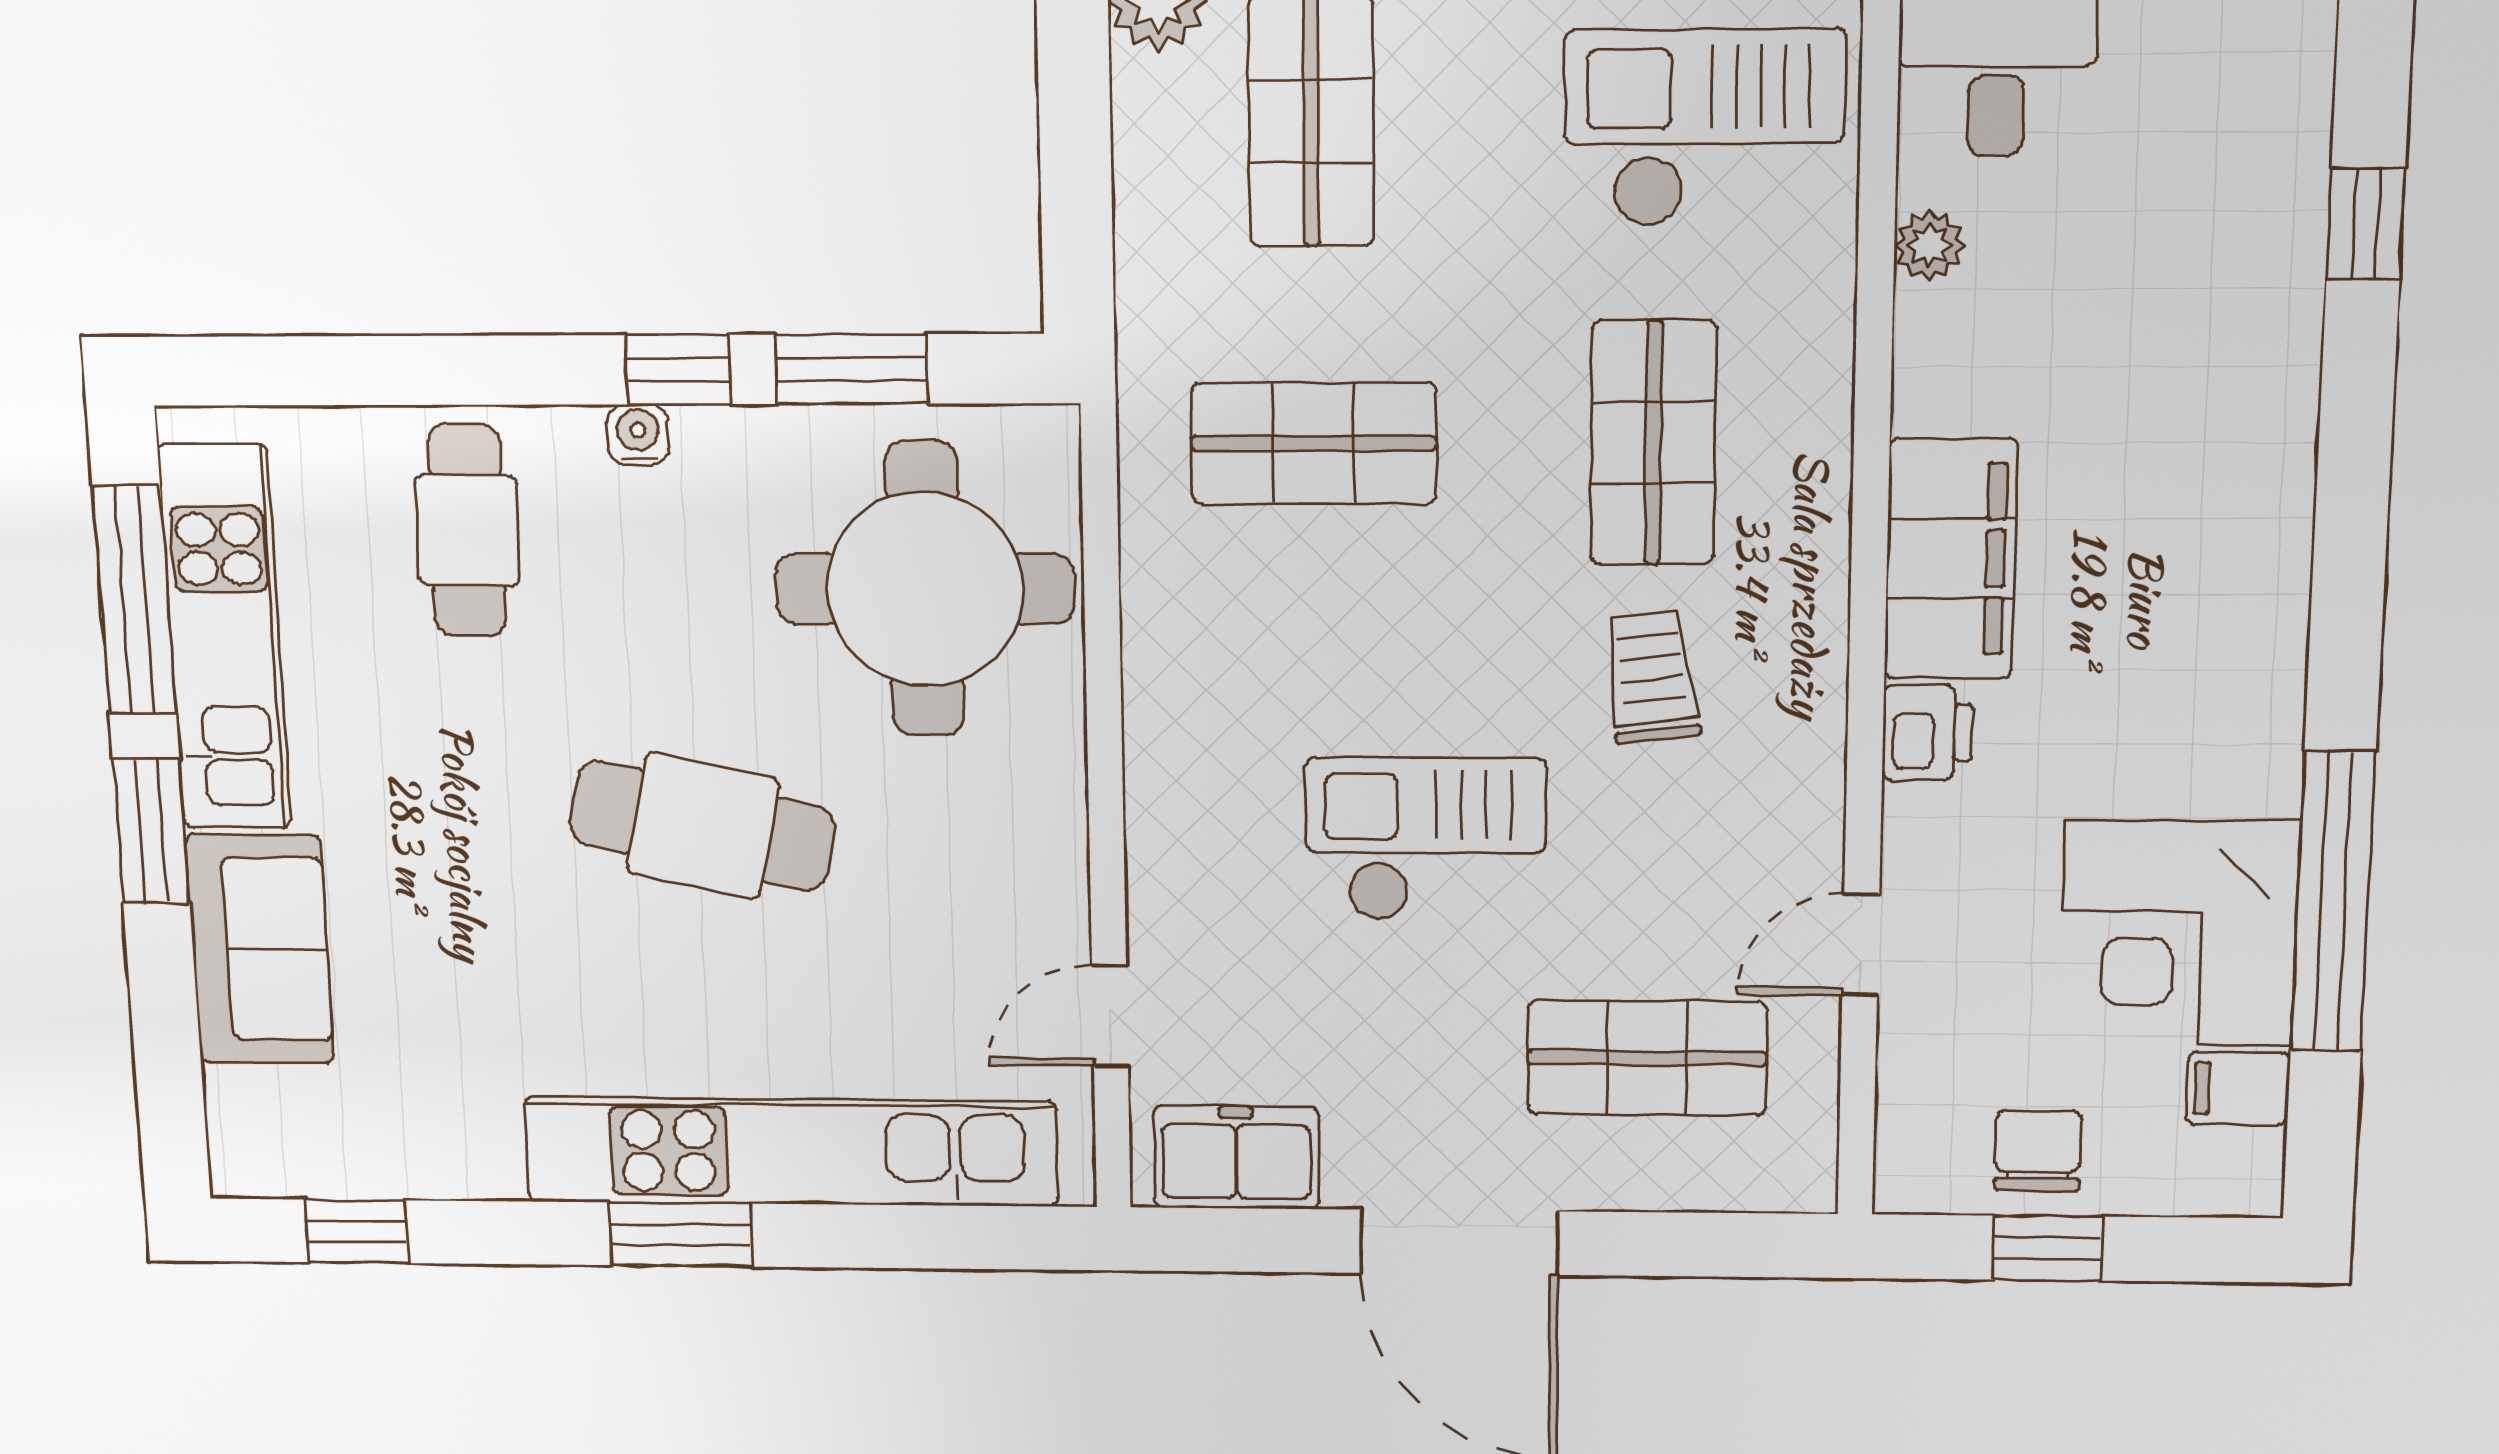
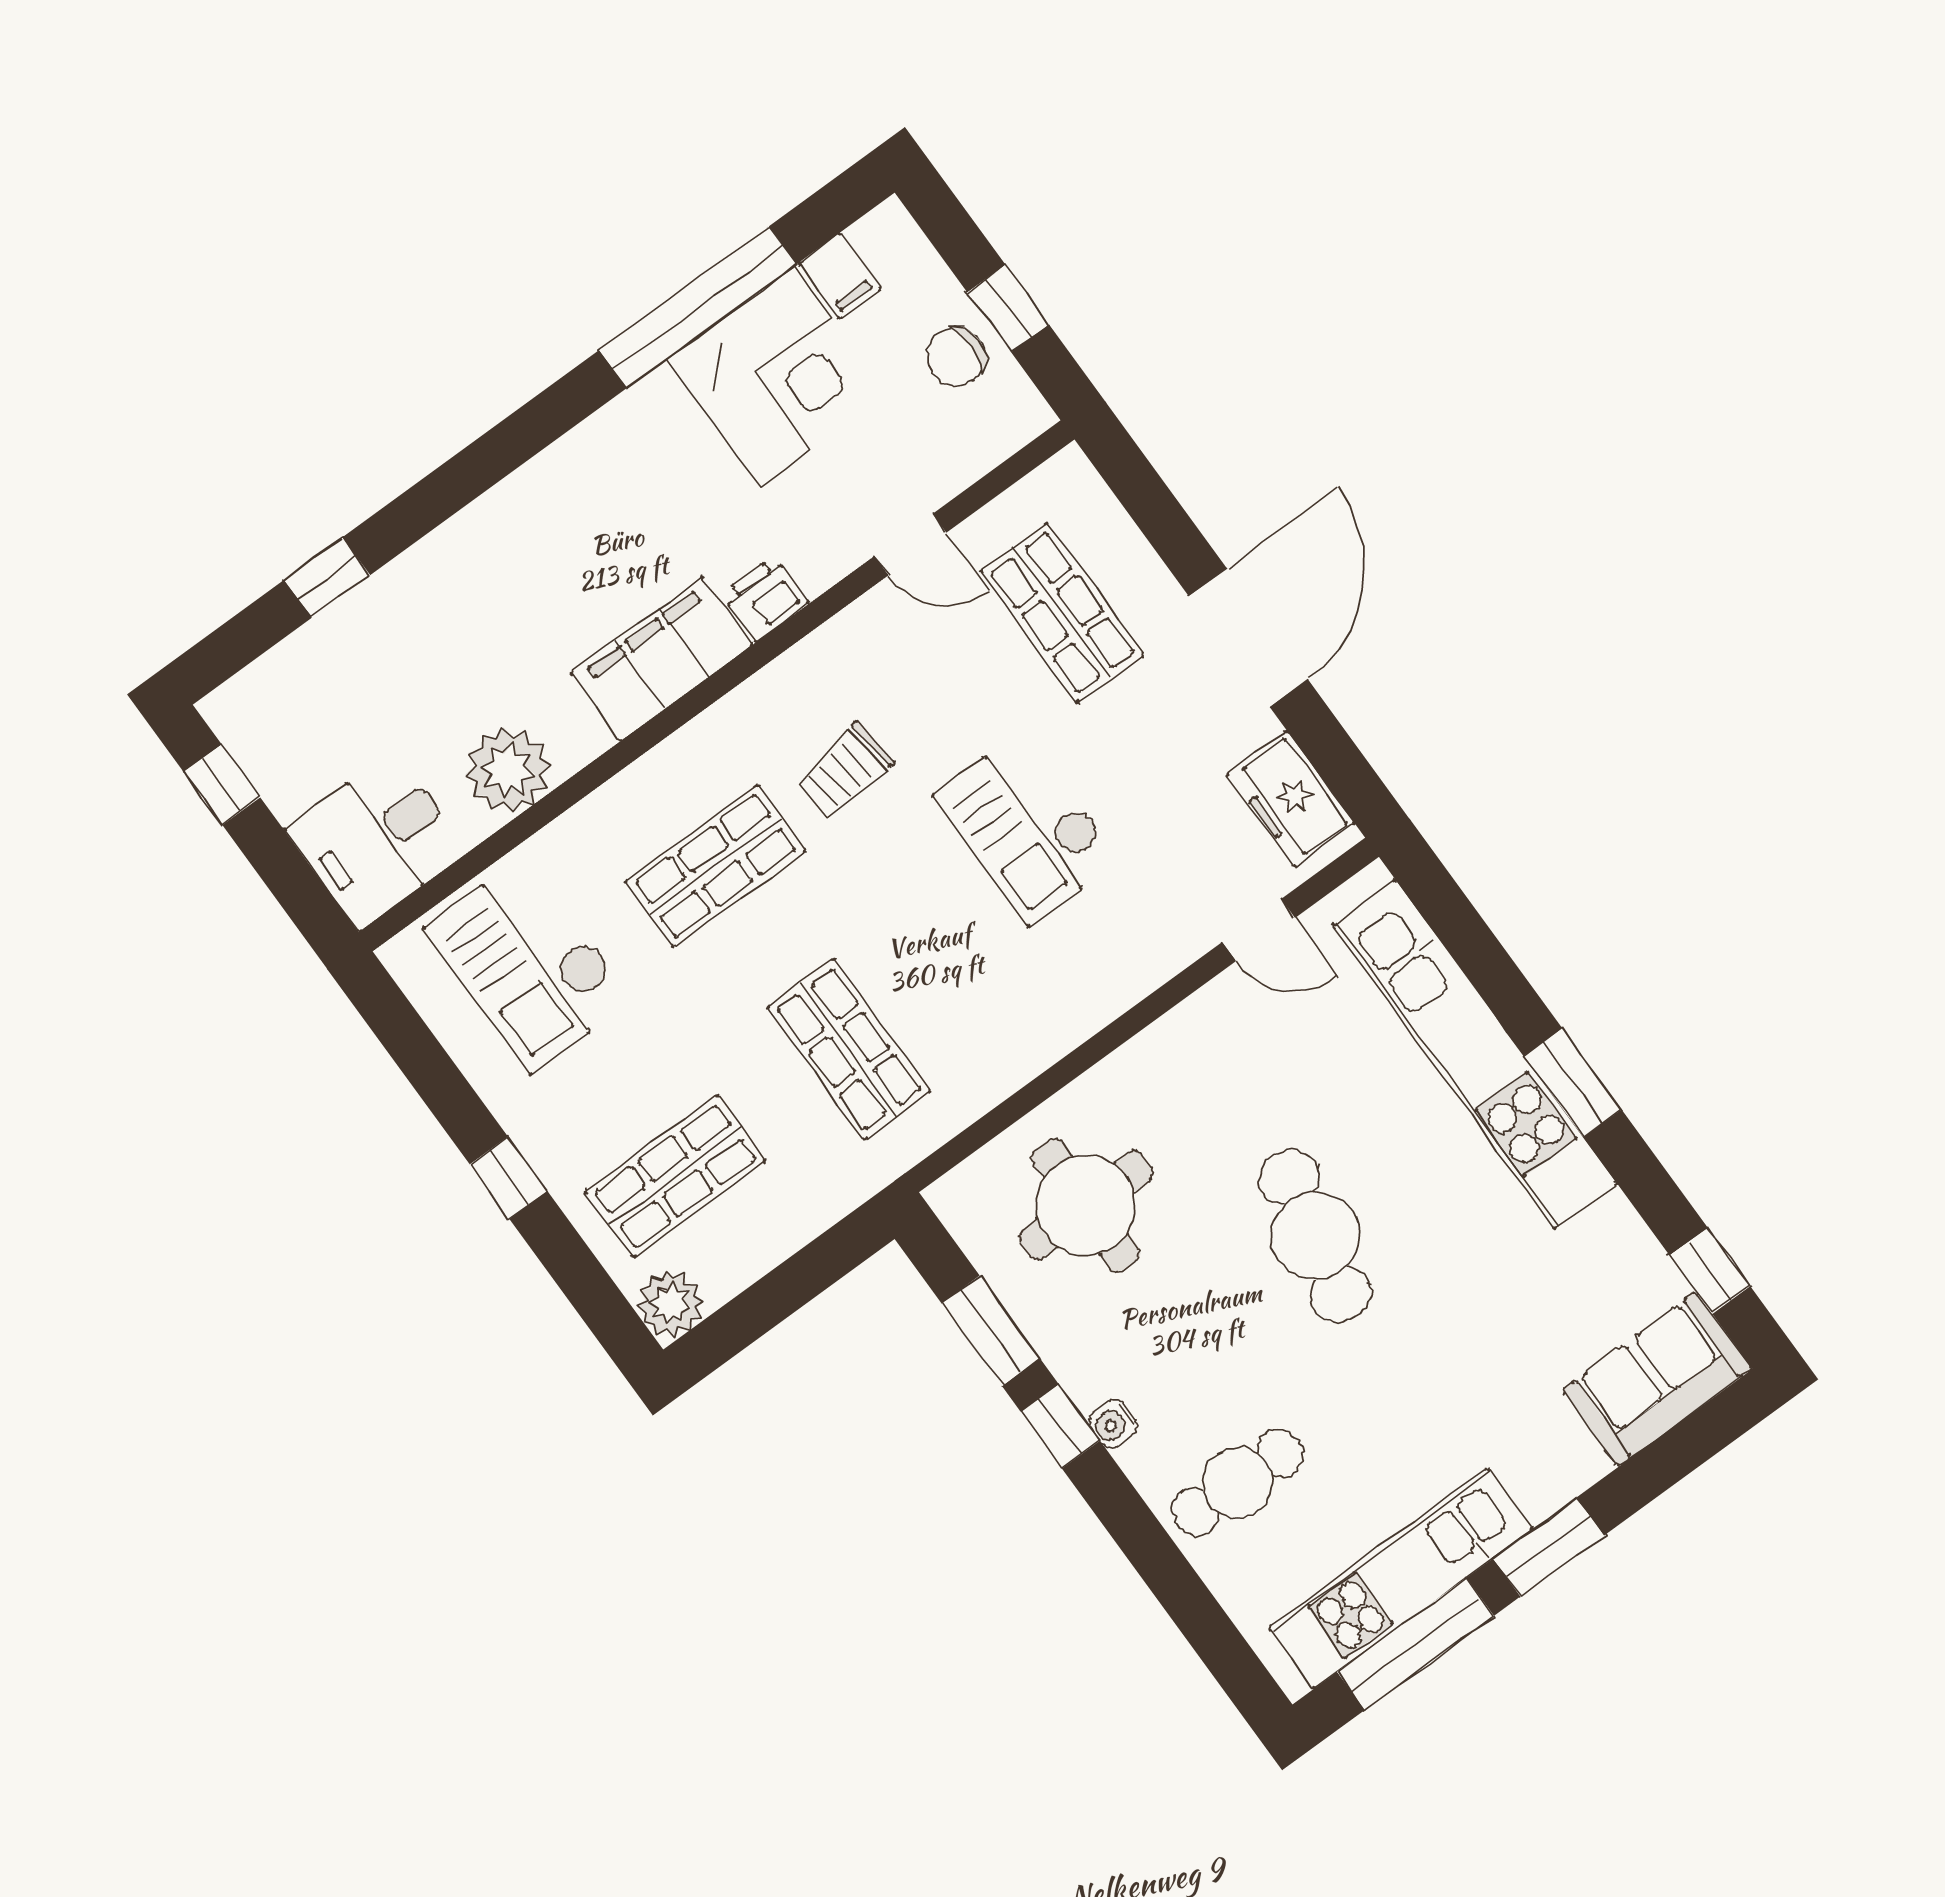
plant: (1929, 245) -> (508, 770), width x1.87, depth x1.87
round table: (925, 589) -> (1086, 1205), width x0.73, depth x0.73
sofa: (260, 949) -> (1657, 1379), moved

